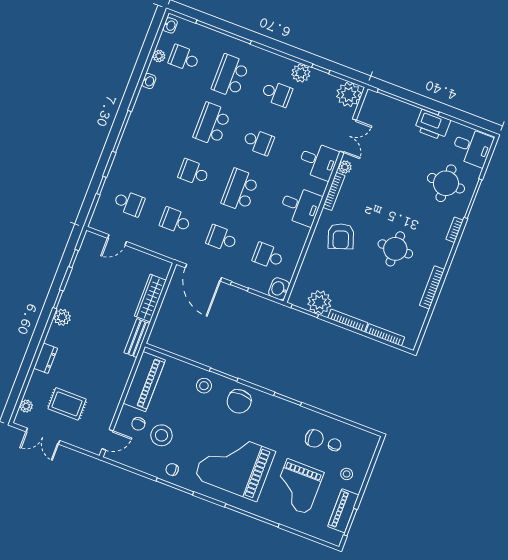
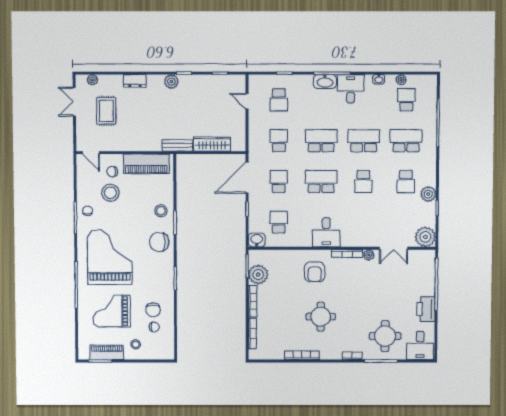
washbasin: (170, 25) -> (325, 82), moved, width x1.91, depth x1.45
desk: (318, 161) -> (351, 89), moved, turned 180
school desk: (194, 172) -> (321, 141), width x1.85
armchair: (341, 236) -> (315, 272), turned -71

